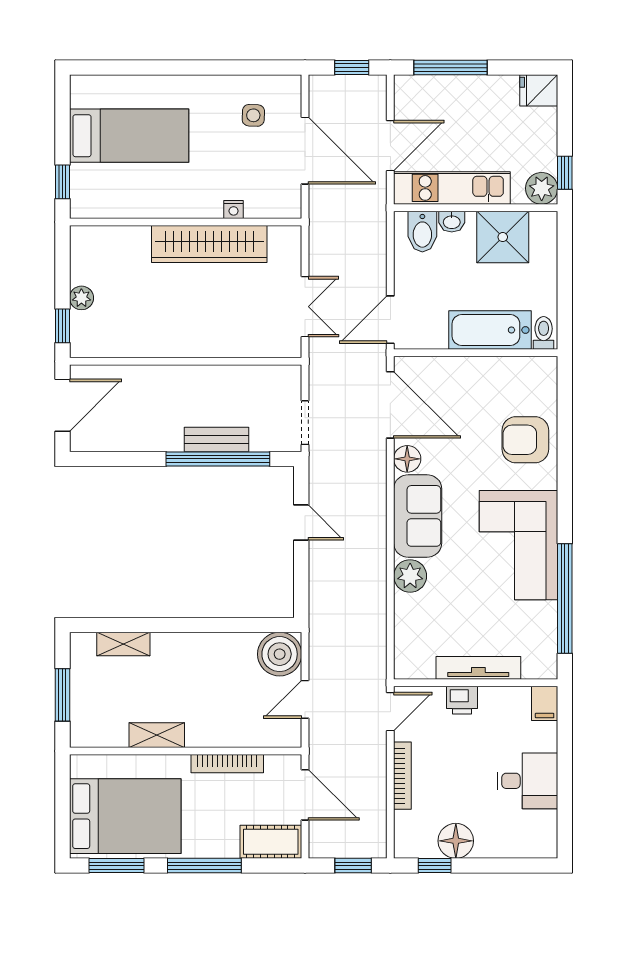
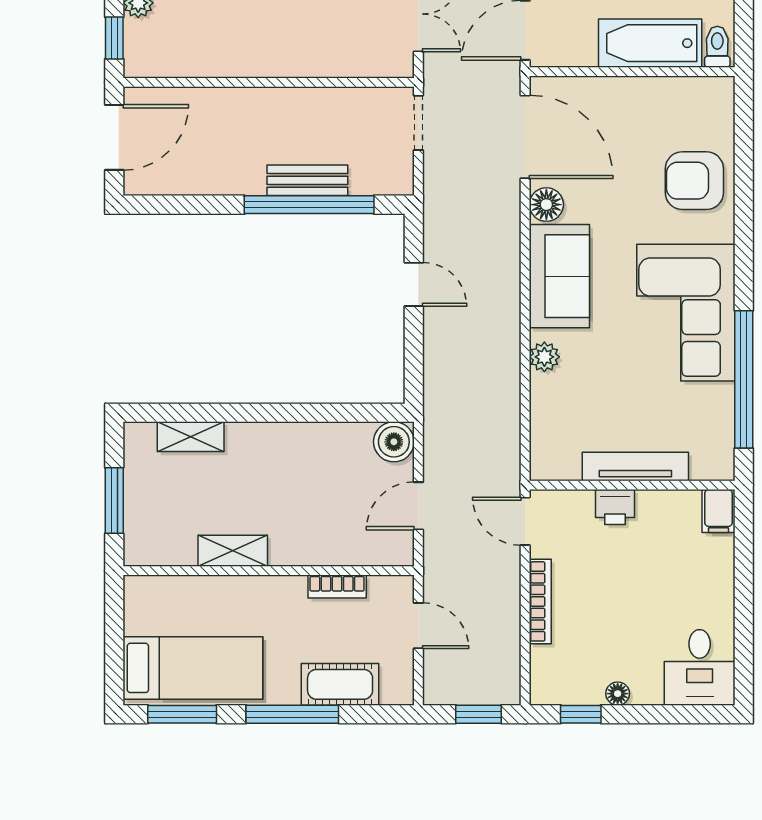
doorway: (305, 423) -> (418, 123), moved
plant: (410, 576) -> (544, 357), width x0.73, depth x0.73
boiler: (280, 654) -> (394, 442), width x0.73, depth x0.73
door: (390, 712) -> (525, 521), swing flipped
bookcase: (227, 764) -> (337, 586), width x0.64
desk: (527, 781) -> (700, 667), moved, turned 90
door: (305, 795) -> (418, 626), width x0.73
bed: (125, 816) -> (193, 668), width x0.67
floor lamp: (456, 841) -> (618, 694), width x0.53, depth x0.53
cot: (271, 842) -> (340, 684), moved

